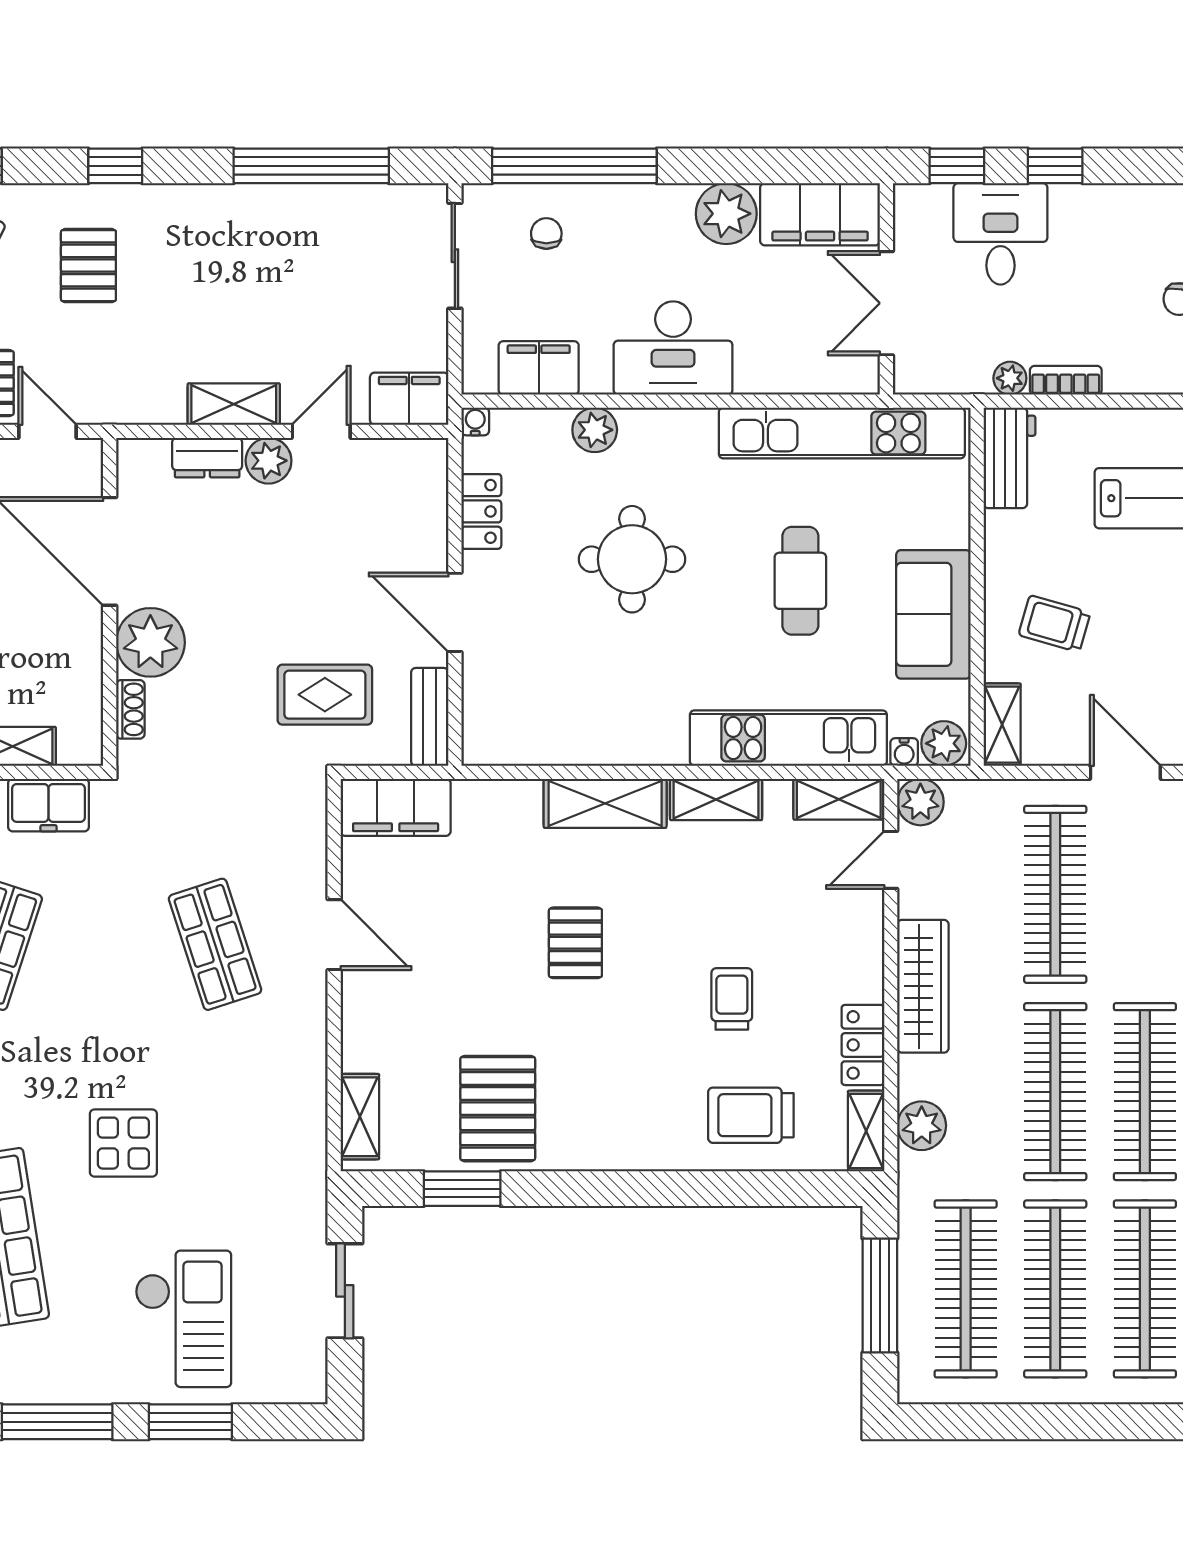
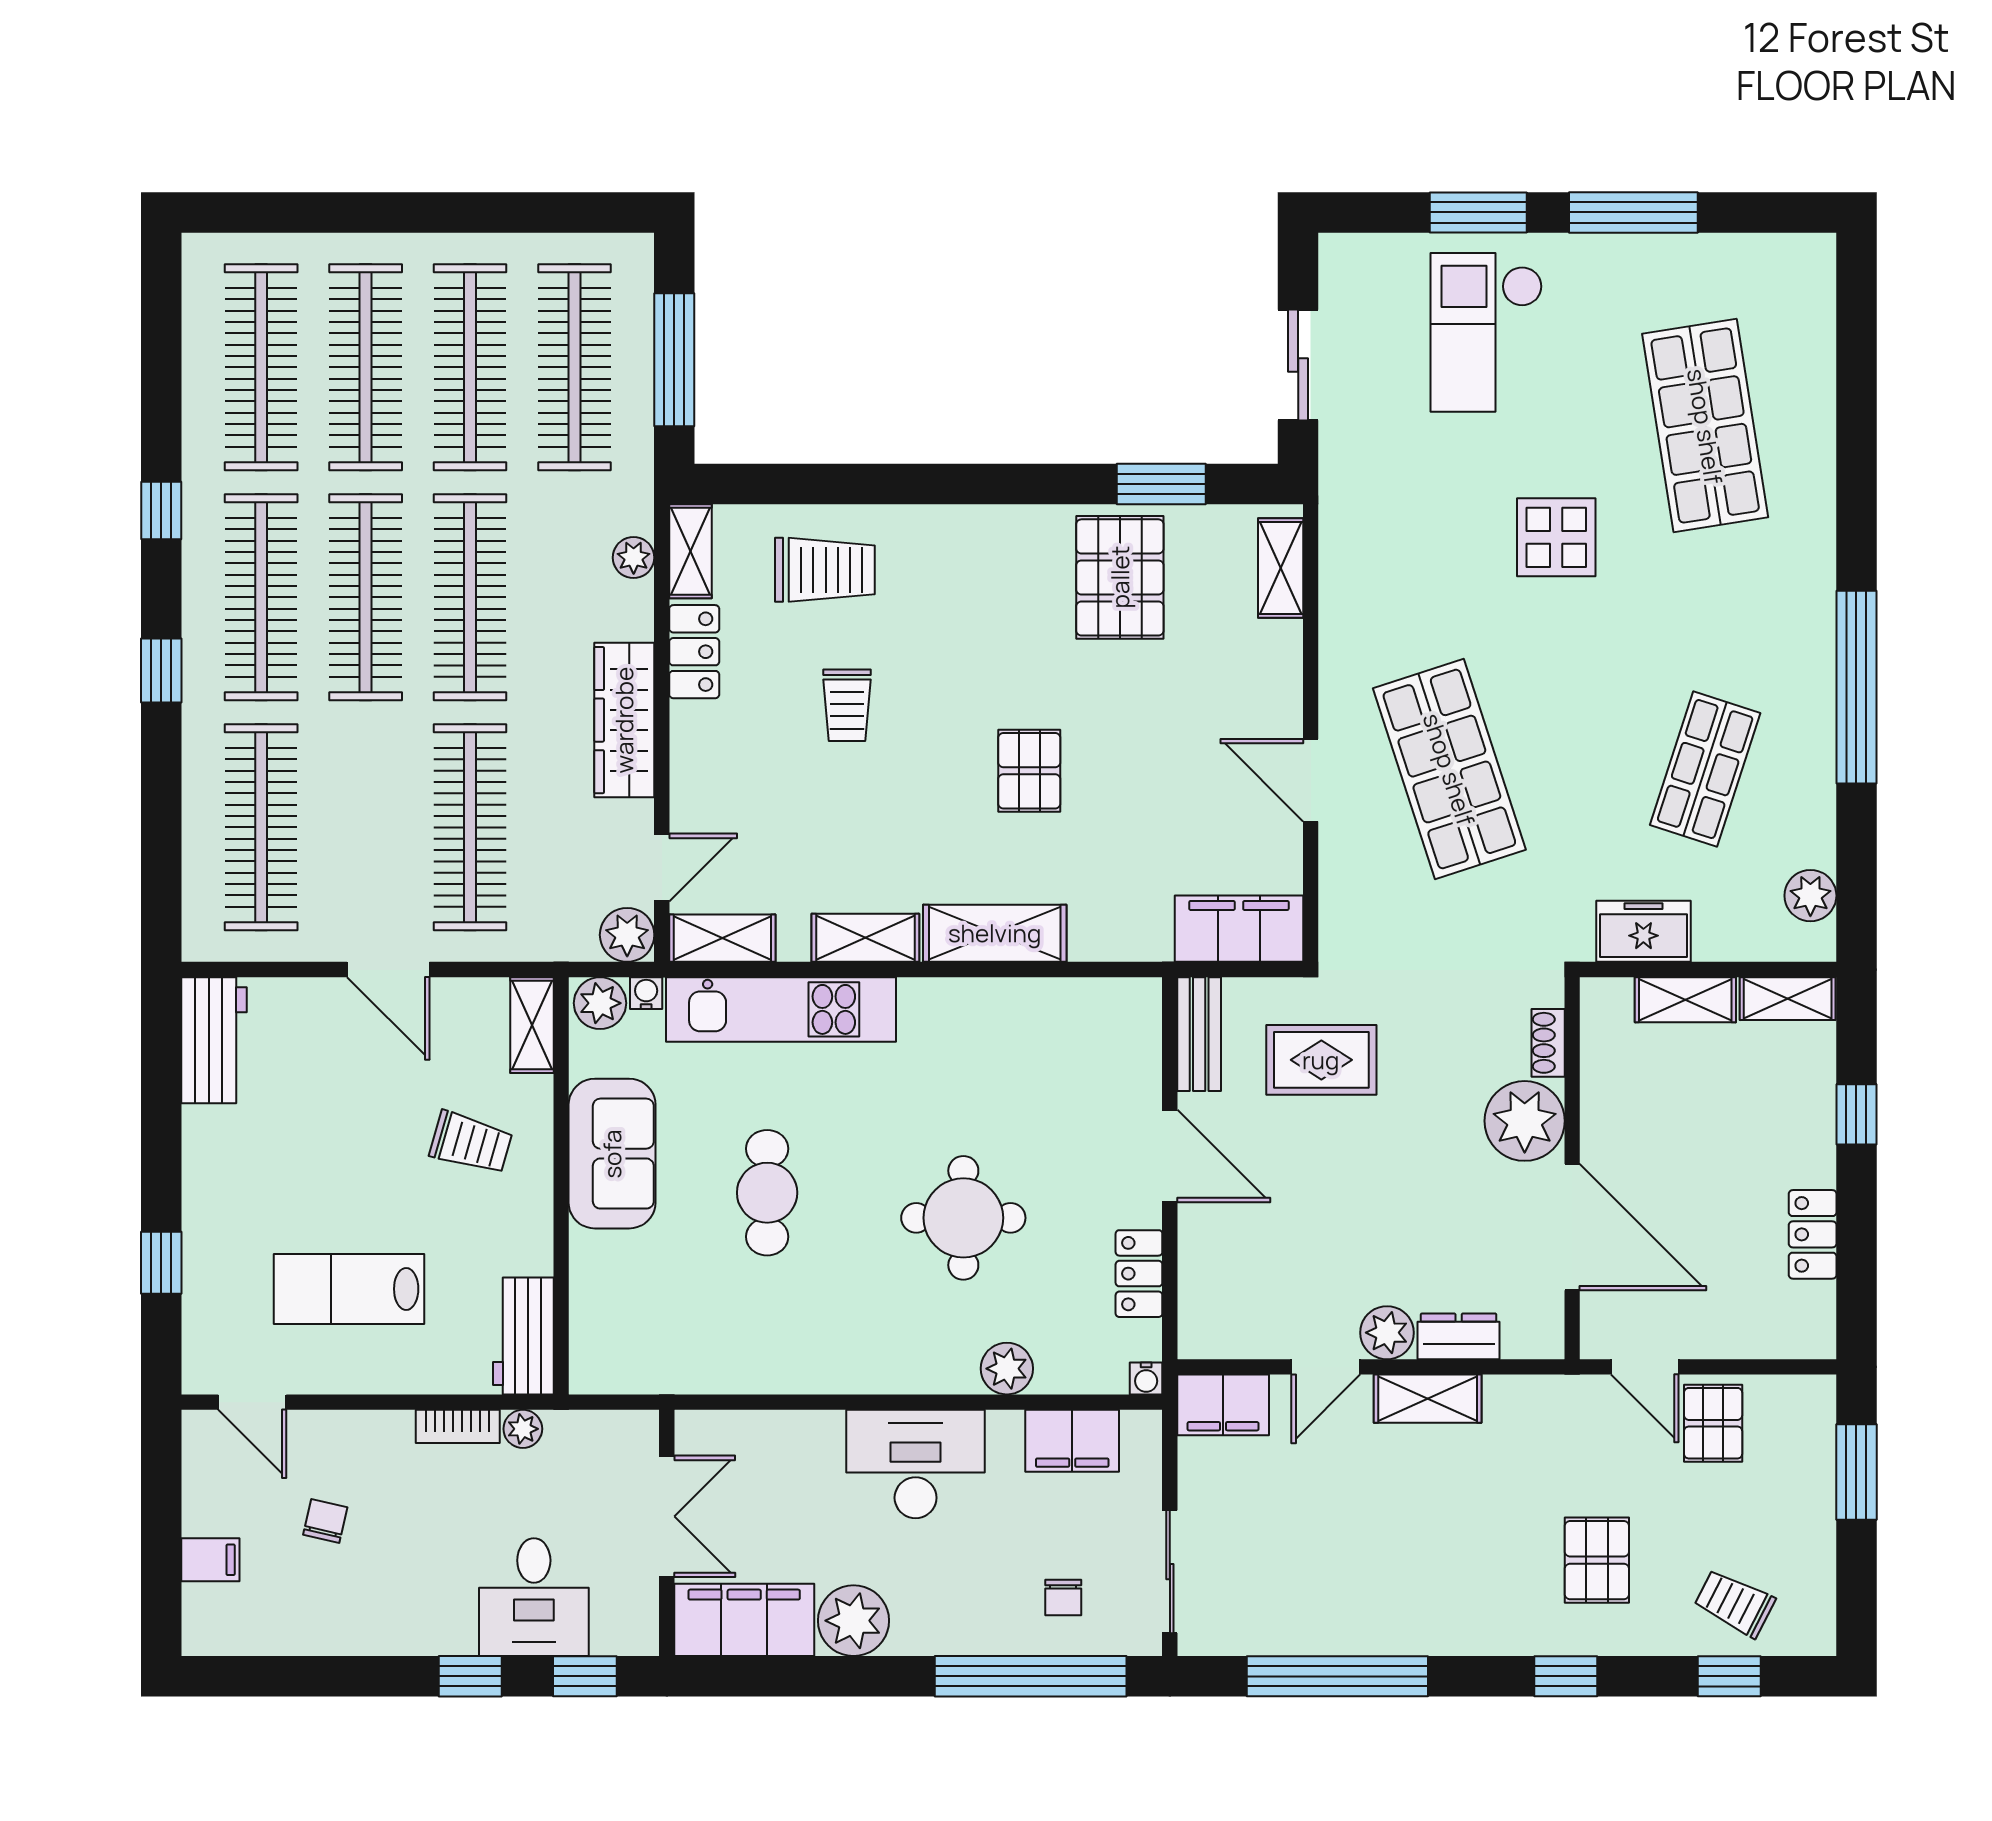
kitchen unit: (842, 433) -> (719, 1365), removed
shop shelf: (215, 944) -> (1449, 769), width x1.43, depth x1.36
plant: (922, 1126) -> (634, 558), width x0.73, depth x0.73

